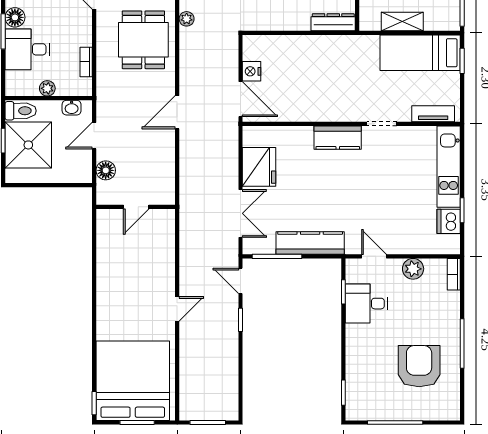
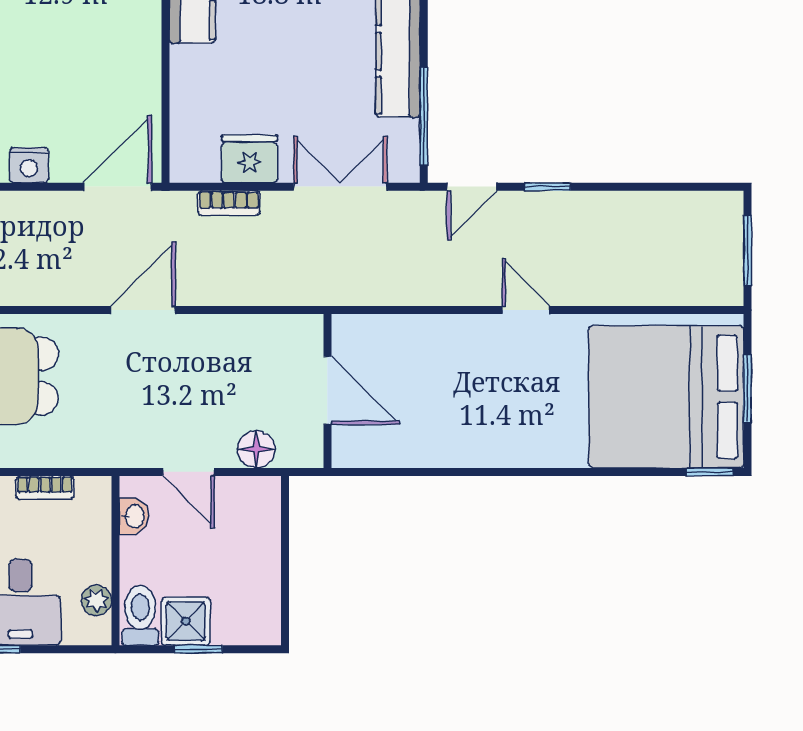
nightstand: (252, 71) -> (29, 165), moved
plant: (47, 88) -> (96, 600), moved
door: (177, 112) -> (143, 310), swing flipped
shower: (28, 145) -> (186, 621), width x0.54, depth x0.54
bookcase: (232, 156) -> (229, 203), added
fridge: (259, 167) -> (250, 159), width x0.73, depth x0.75
door: (136, 207) -> (327, 390), width x1.38

